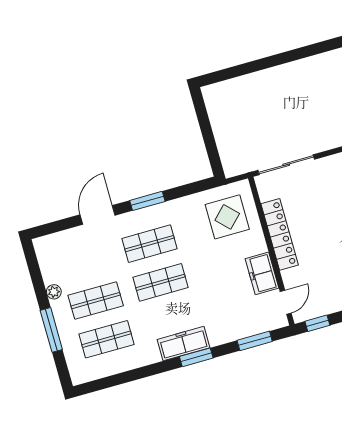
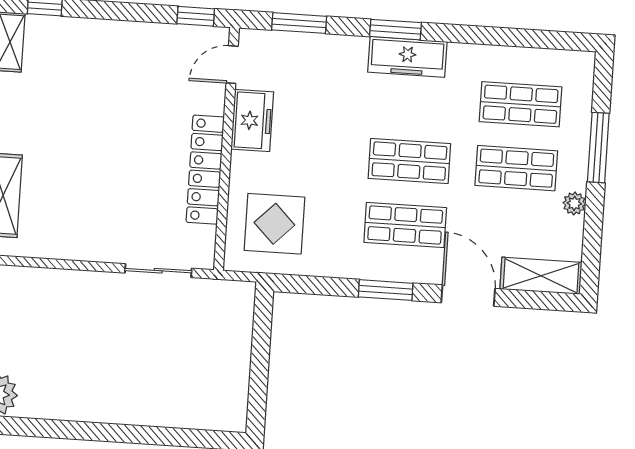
sliding door: (286, 165) -> (158, 271), width x0.73
door: (97, 215) -> (468, 296), swing flipped
shelving: (58, 242) -> (541, 276), added

